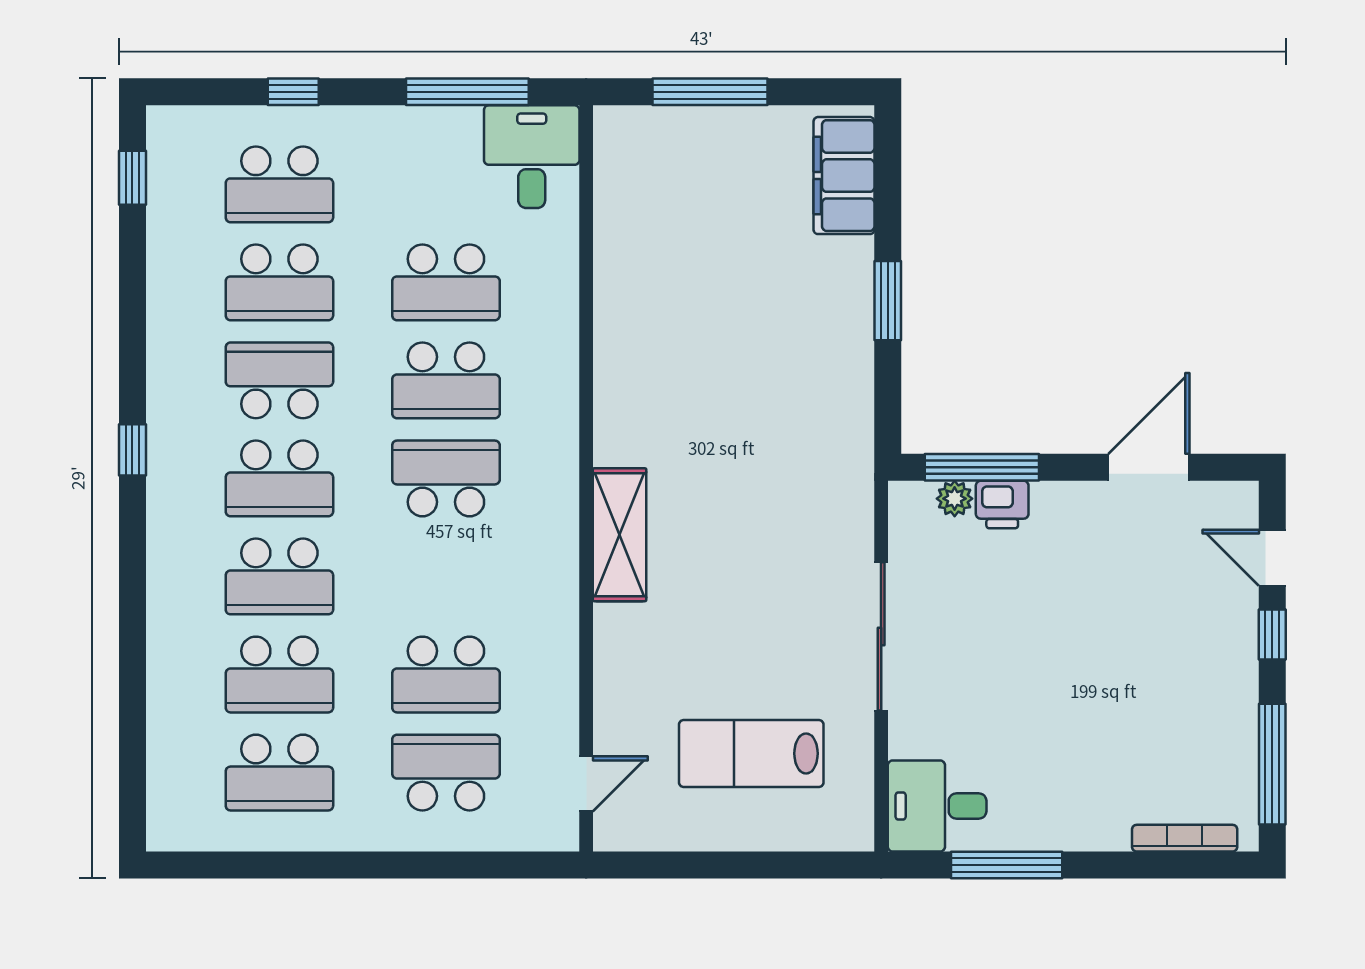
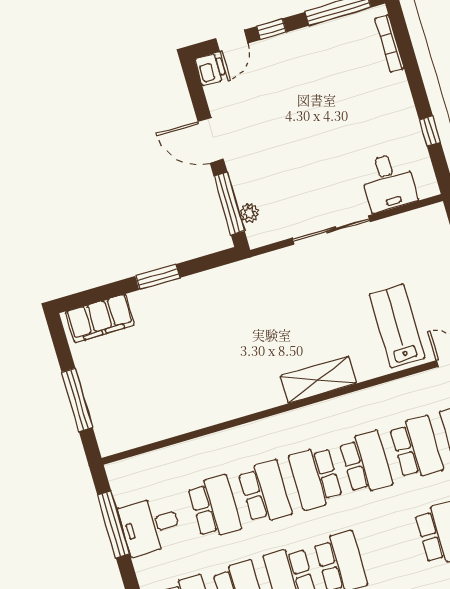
desk: (532, 157) -> (150, 526), moved
door: (1149, 467) -> (211, 140), moved
printer: (1002, 505) -> (211, 69), moved
school desk: (279, 576) -> (366, 463), moved
lab bench: (751, 753) -> (397, 326), moved, turned 180
desk: (937, 806) -> (388, 182), moved
window: (1007, 865) -> (430, 131), width x0.46

